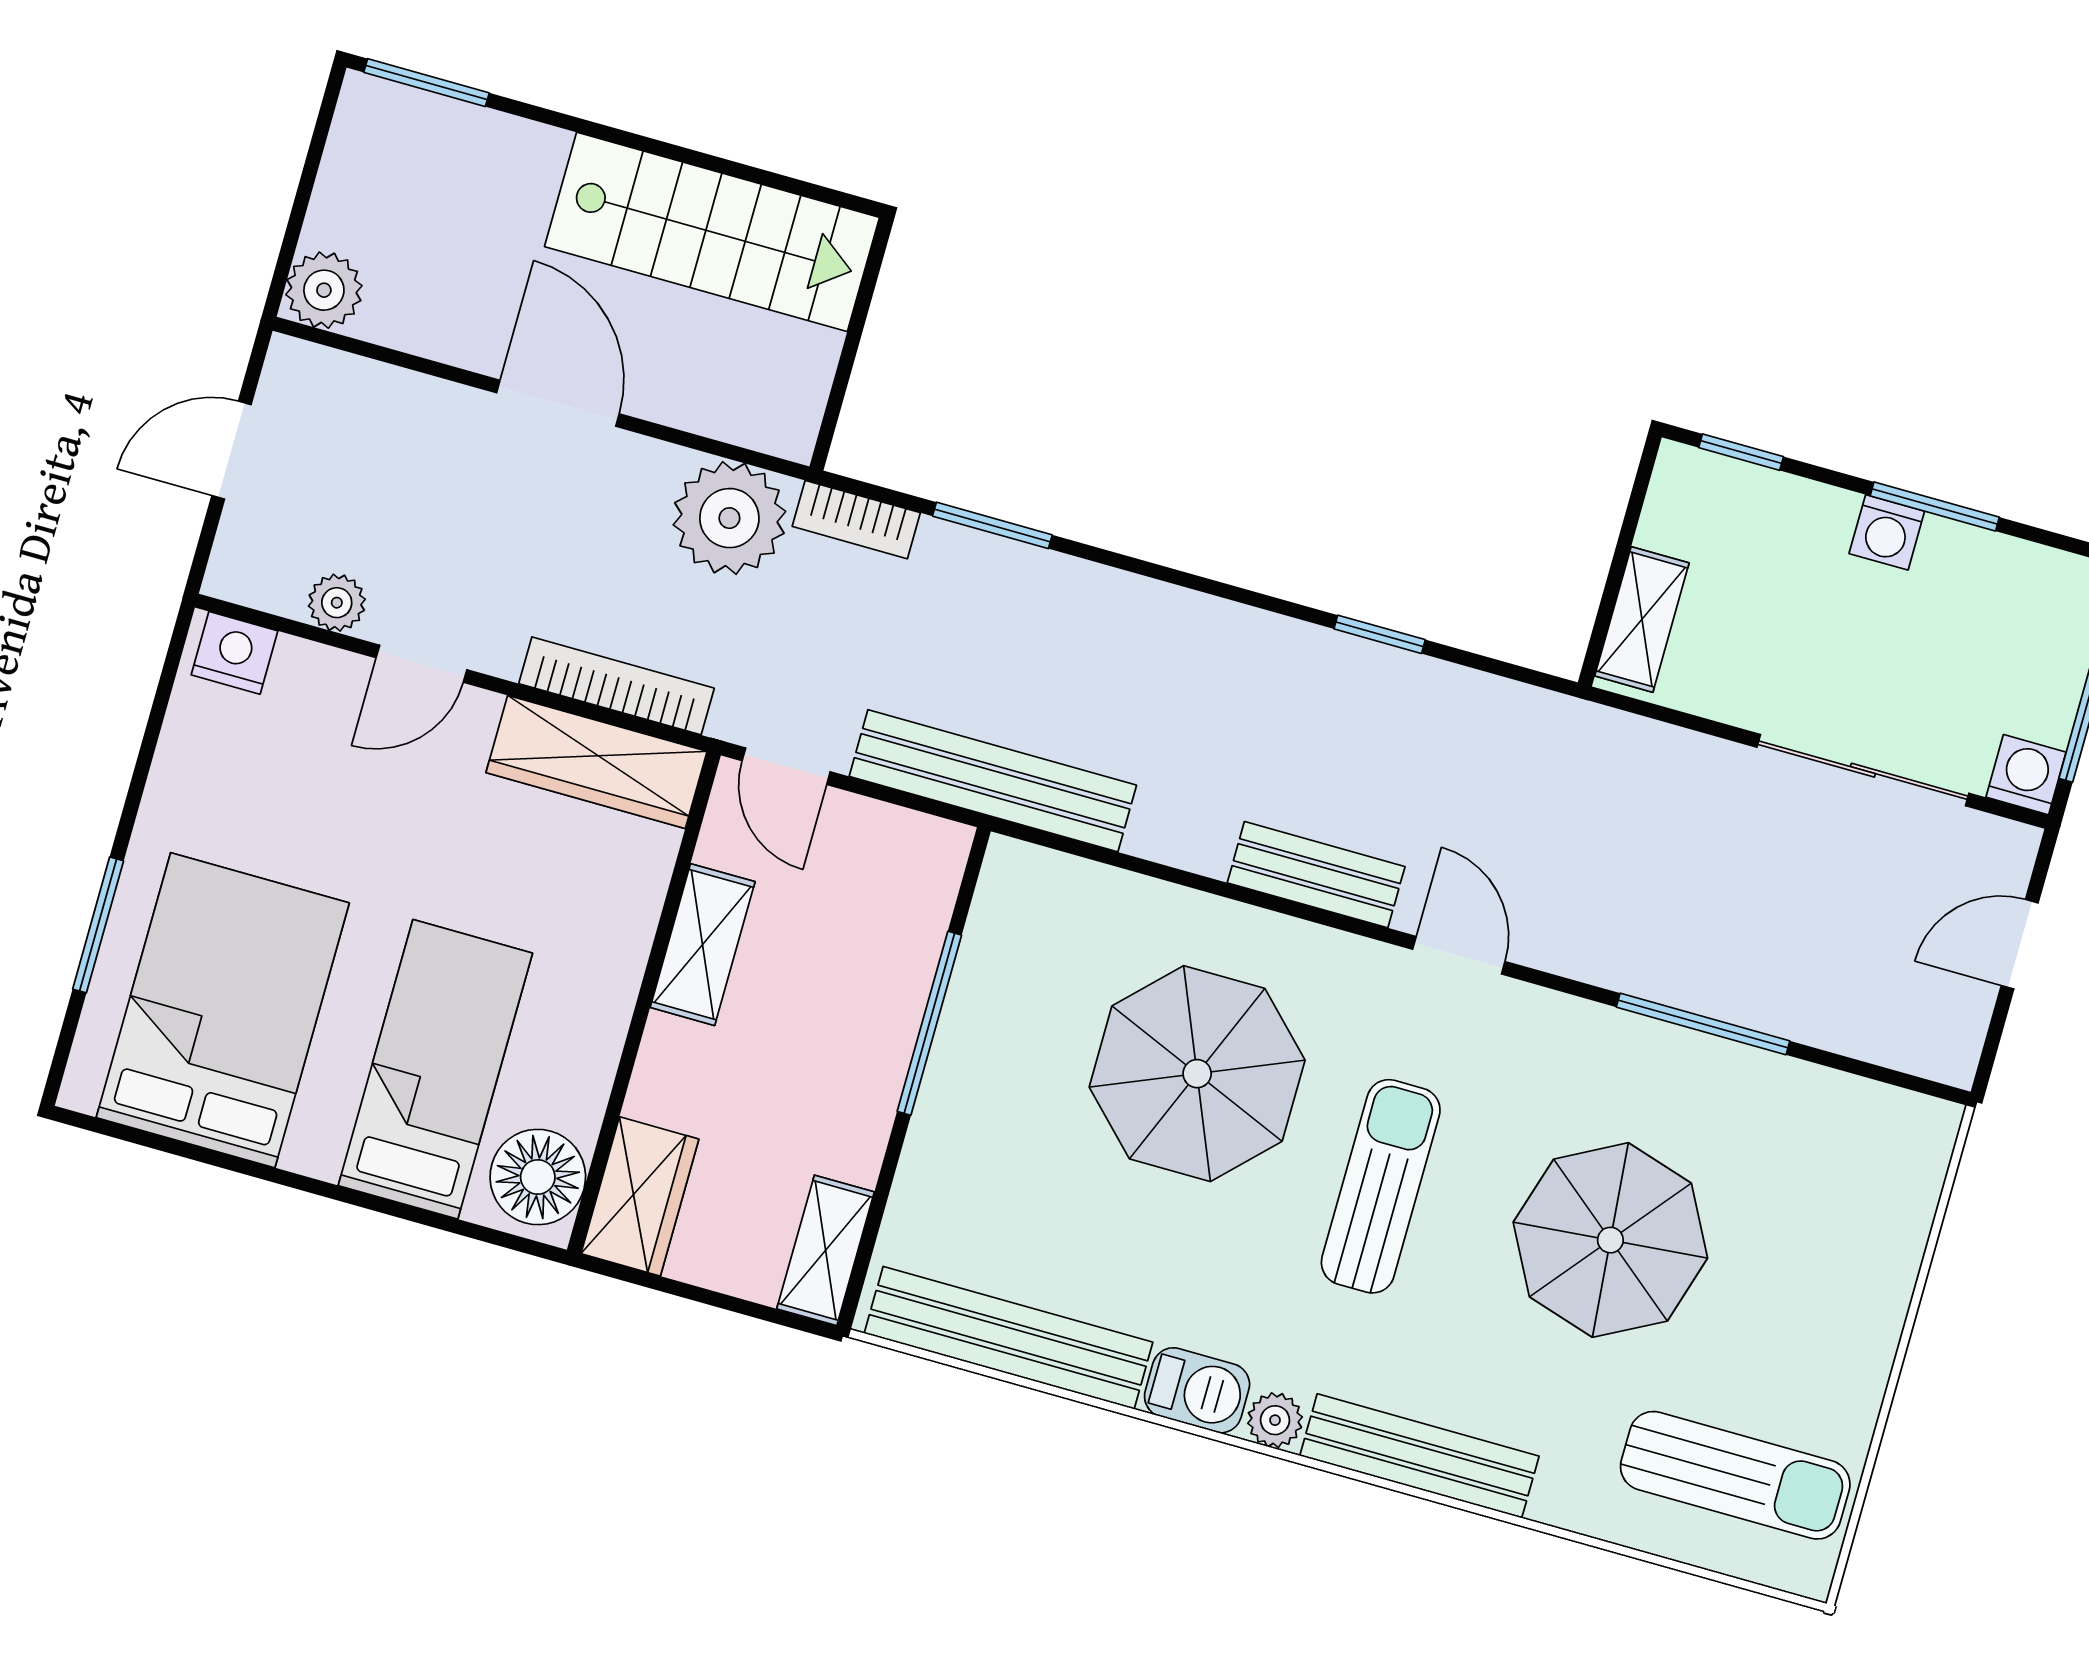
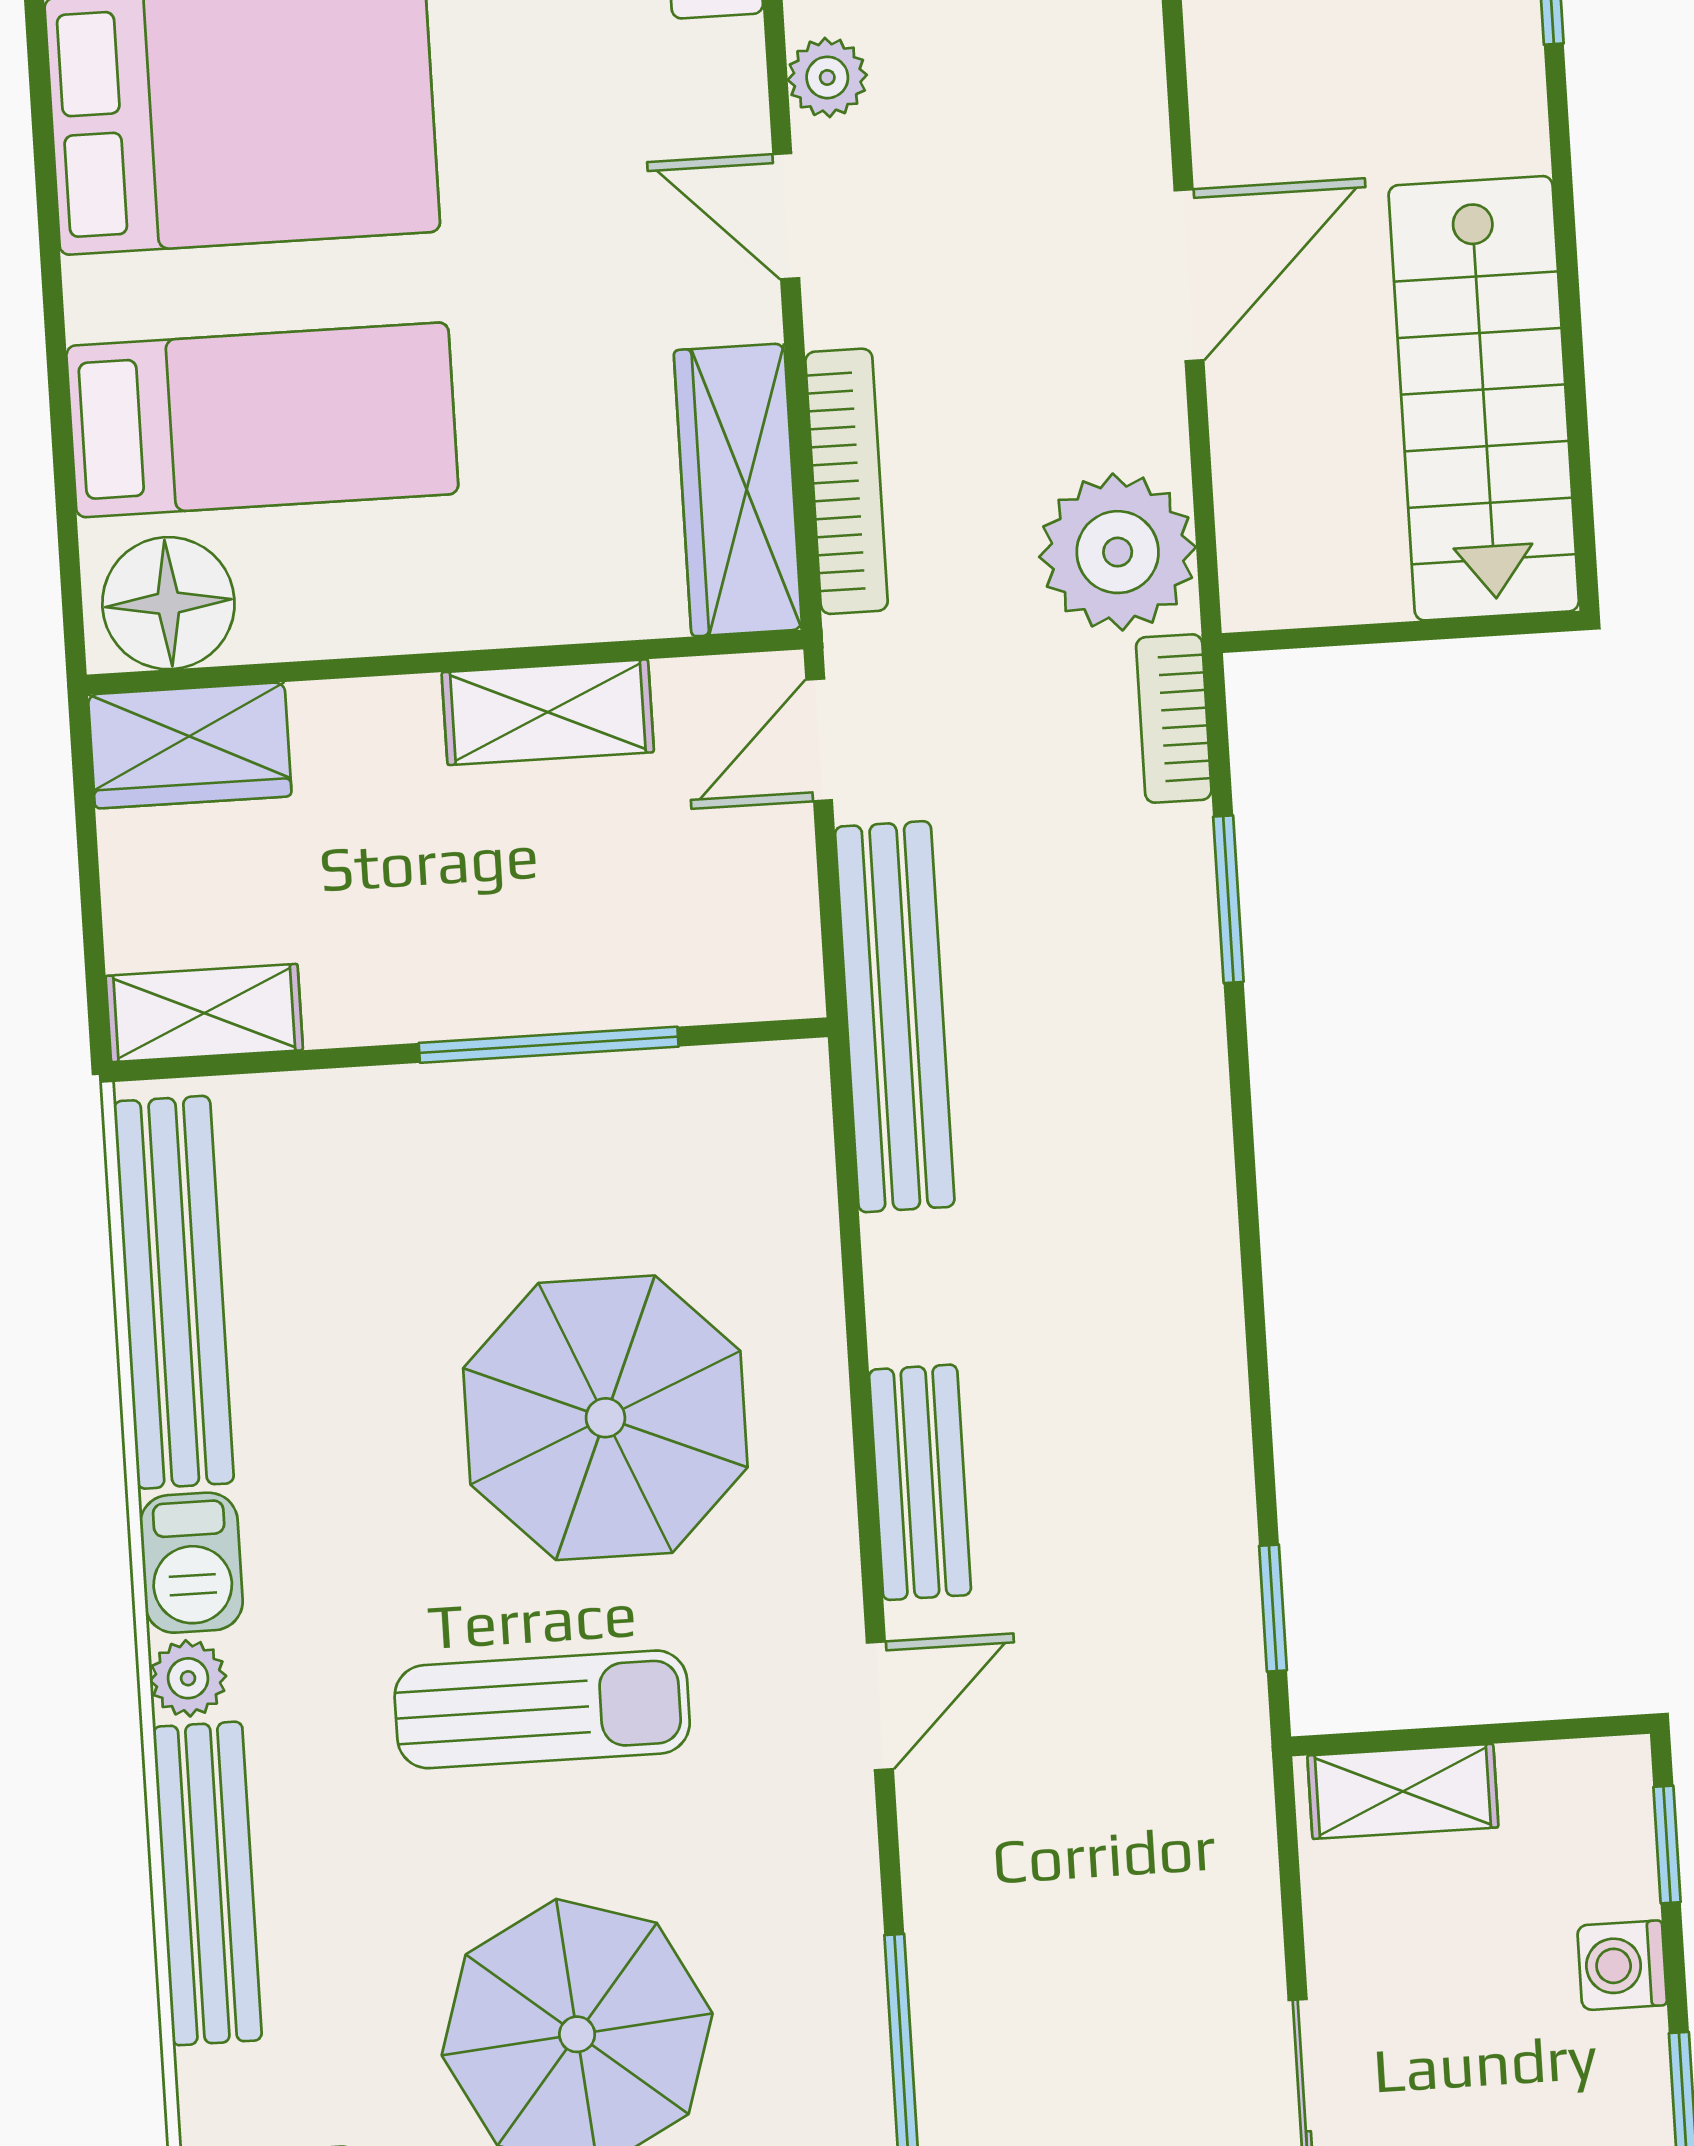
washing machine: (1887, 532) -> (1622, 1965), moved
window: (1380, 634) -> (1273, 1608), moved

